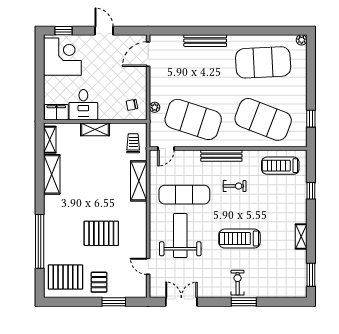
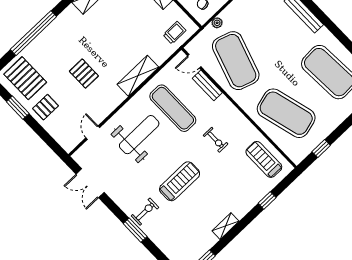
exercise mat: (263, 119) -> (286, 113), turned -36
bench: (221, 156) -> (207, 85), moved, width x0.73
shelving: (139, 181) -> (138, 76), moved
pallet: (101, 233) -> (84, 74), width x0.67, depth x0.71
treadmill: (239, 239) -> (180, 181), turned 90
window: (114, 302) -> (18, 108), moved
double door: (181, 302) -> (90, 183), swing flipped

